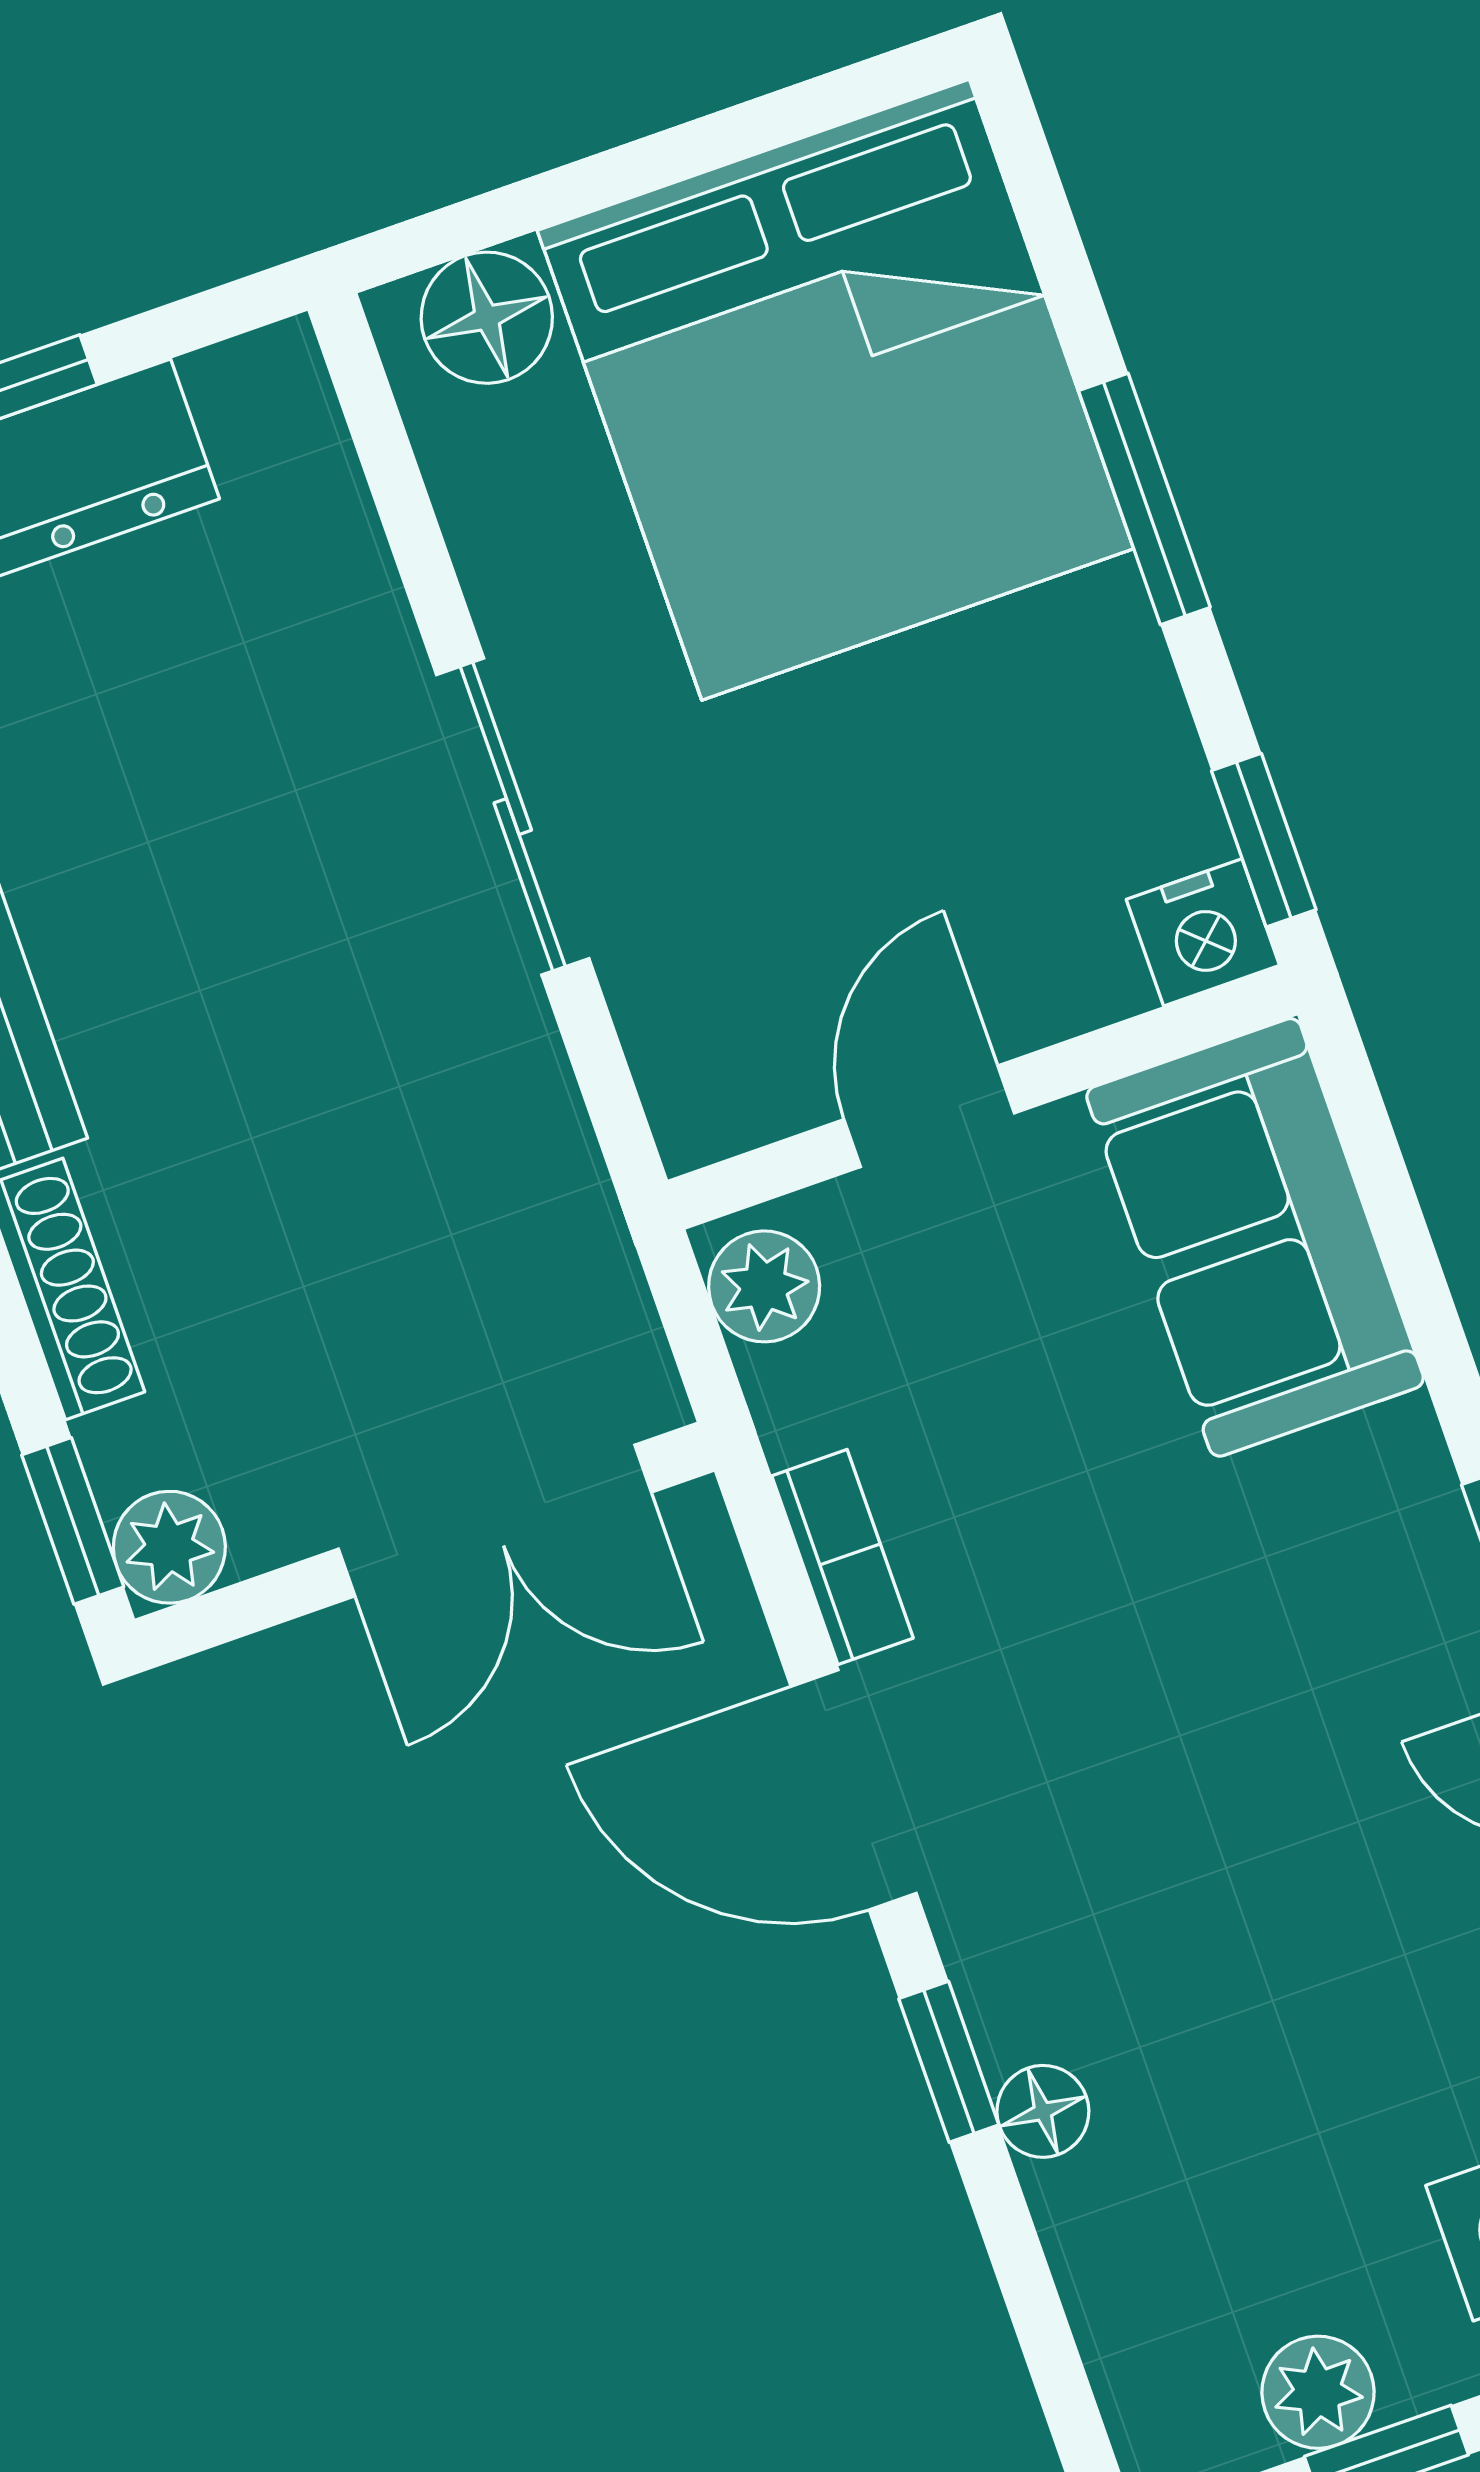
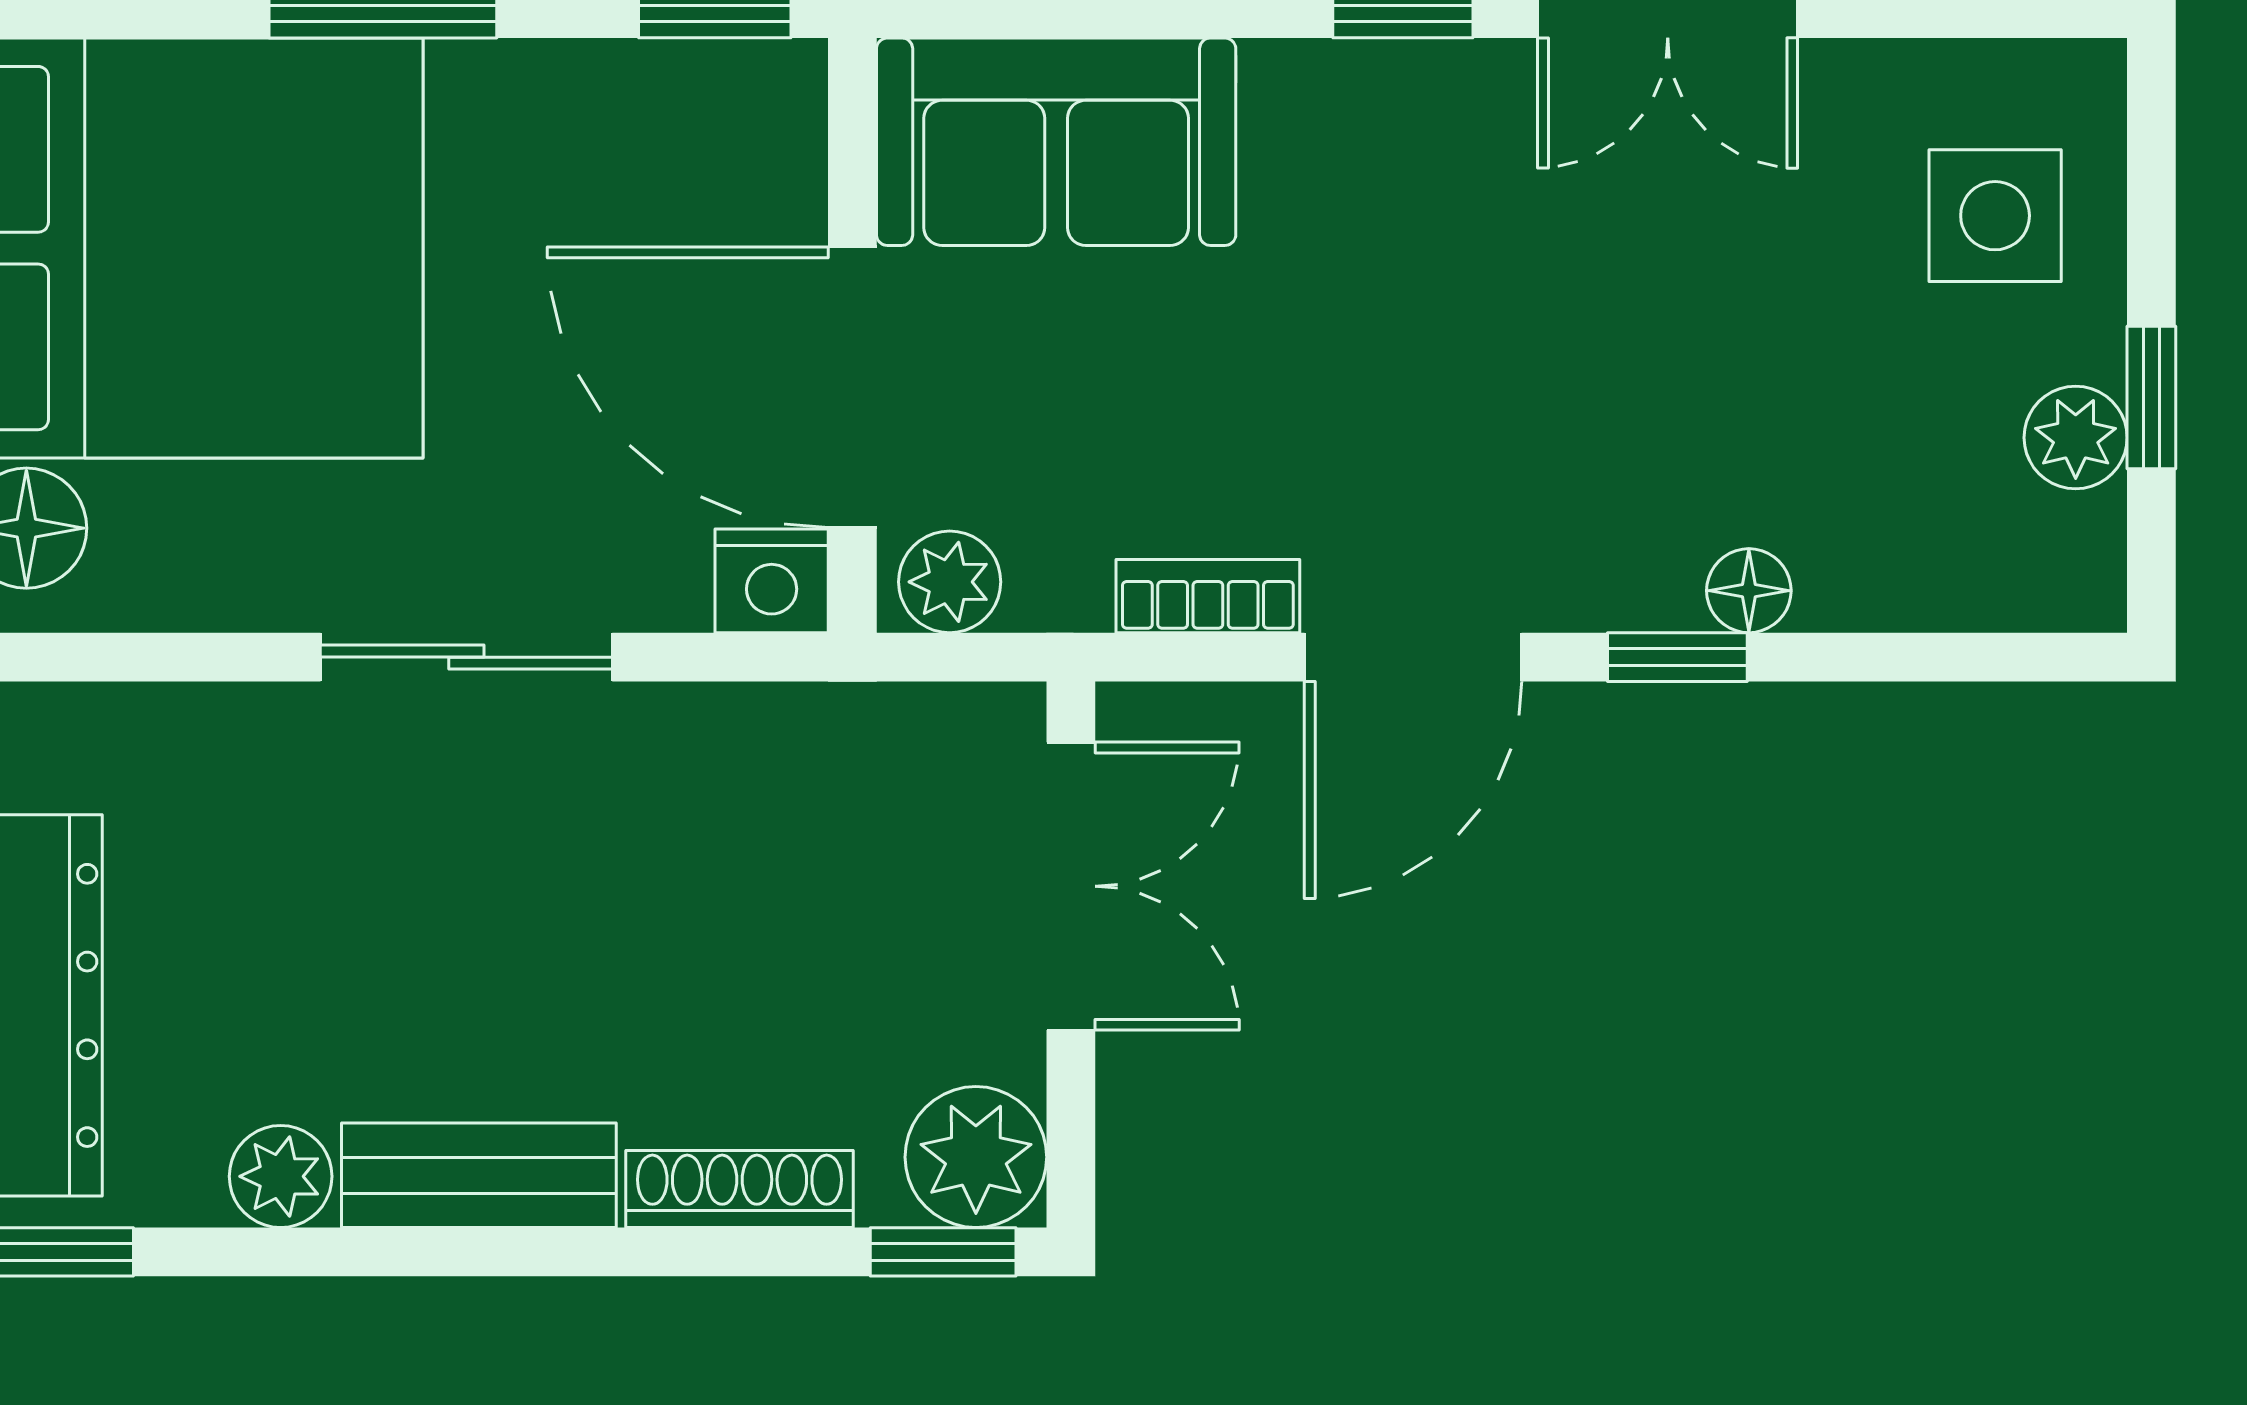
nightstand: (1203, 932) -> (772, 581), moved, turned 90
door: (929, 1116) -> (852, 387), width x1.87
plant: (169, 1547) -> (976, 1157), width x1.38, depth x1.38

